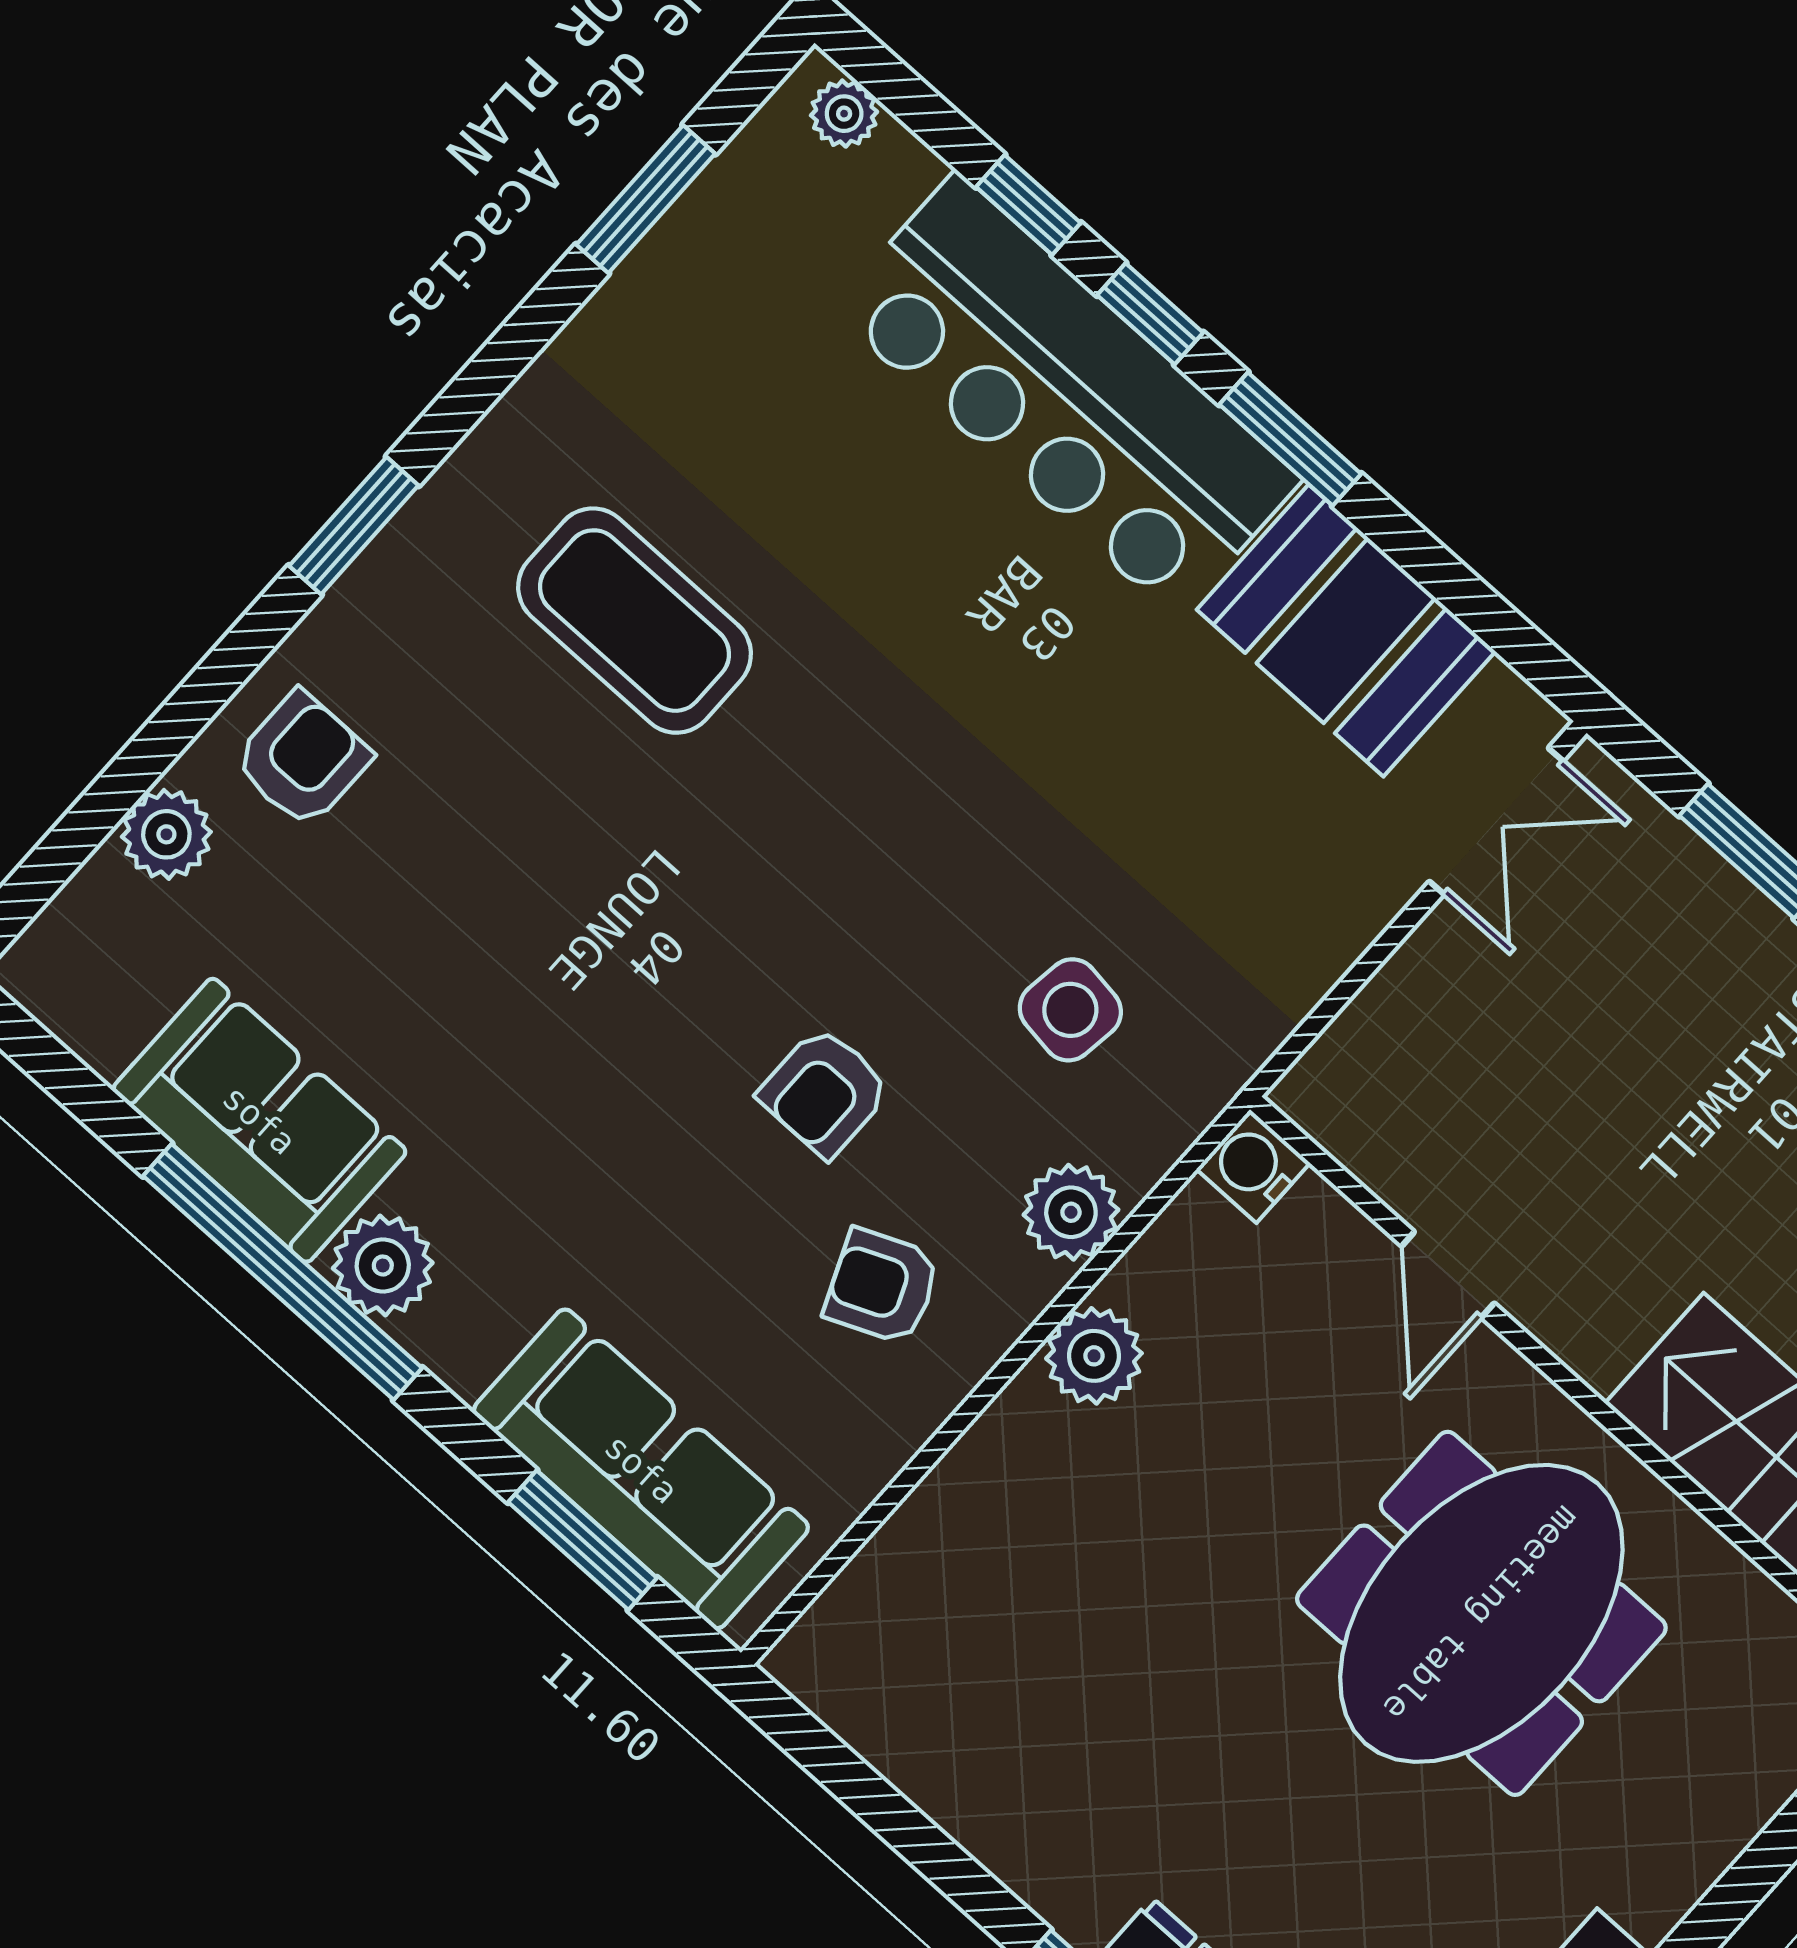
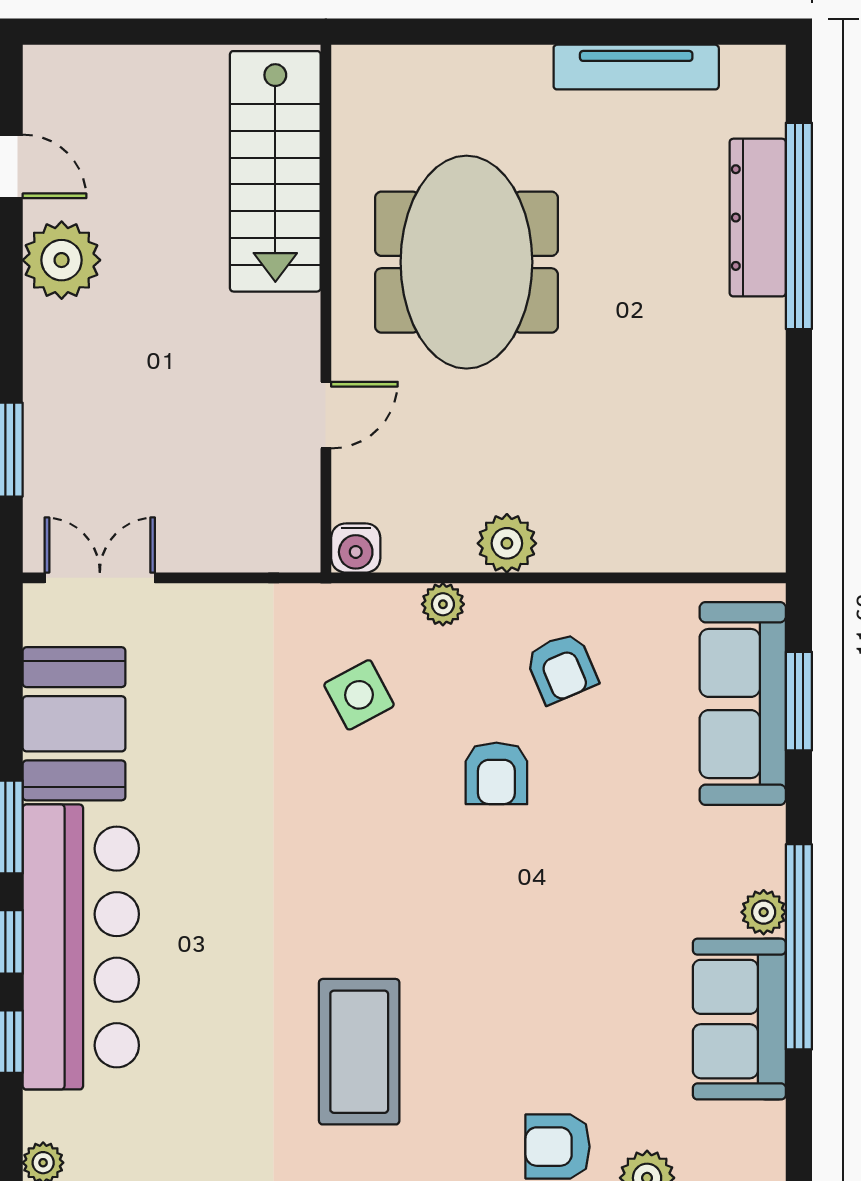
side table: (1070, 1010) -> (359, 695), turned -36
armchair: (825, 1092) -> (496, 773), turned 90
plant: (1071, 1212) -> (443, 604), width x0.73, depth x0.73
plant: (383, 1265) -> (764, 912), width x0.73, depth x0.73
meeting table: (1481, 1613) -> (466, 262), turned 90

